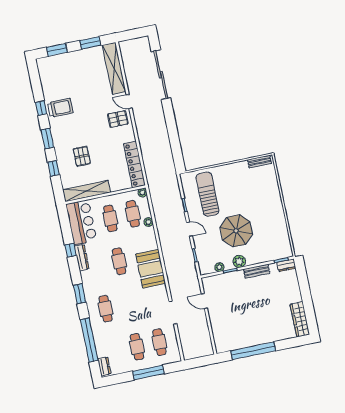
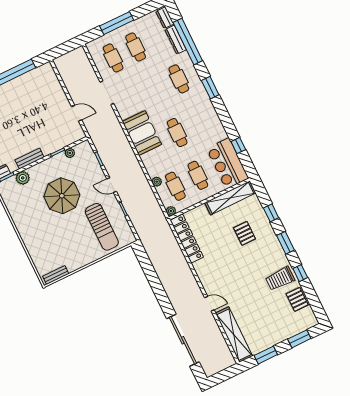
pallet: (118, 119) -> (297, 299), moved, turned 90
window: (71, 250) -> (238, 146), moved
dresser: (82, 258) -> (176, 40), moved
plant: (239, 261) -> (23, 178), moved

